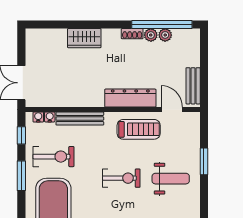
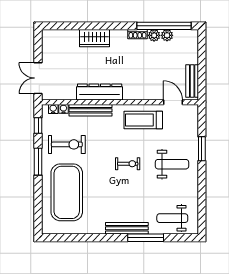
dresser: (130, 98) -> (100, 92), moved
treadmill: (139, 129) -> (143, 120), turned 180
exercise bike: (121, 178) -> (128, 164), width x0.73, depth x0.72

